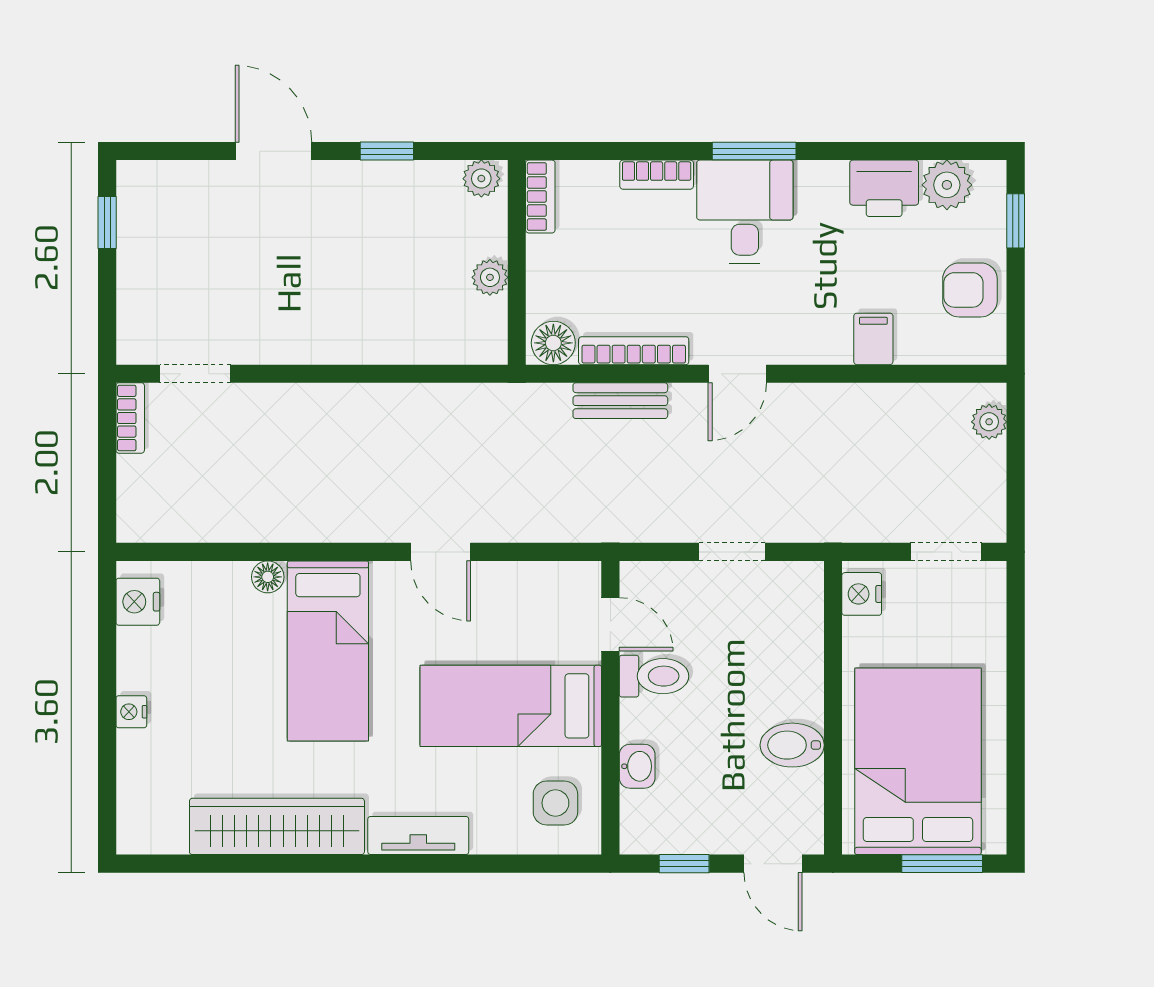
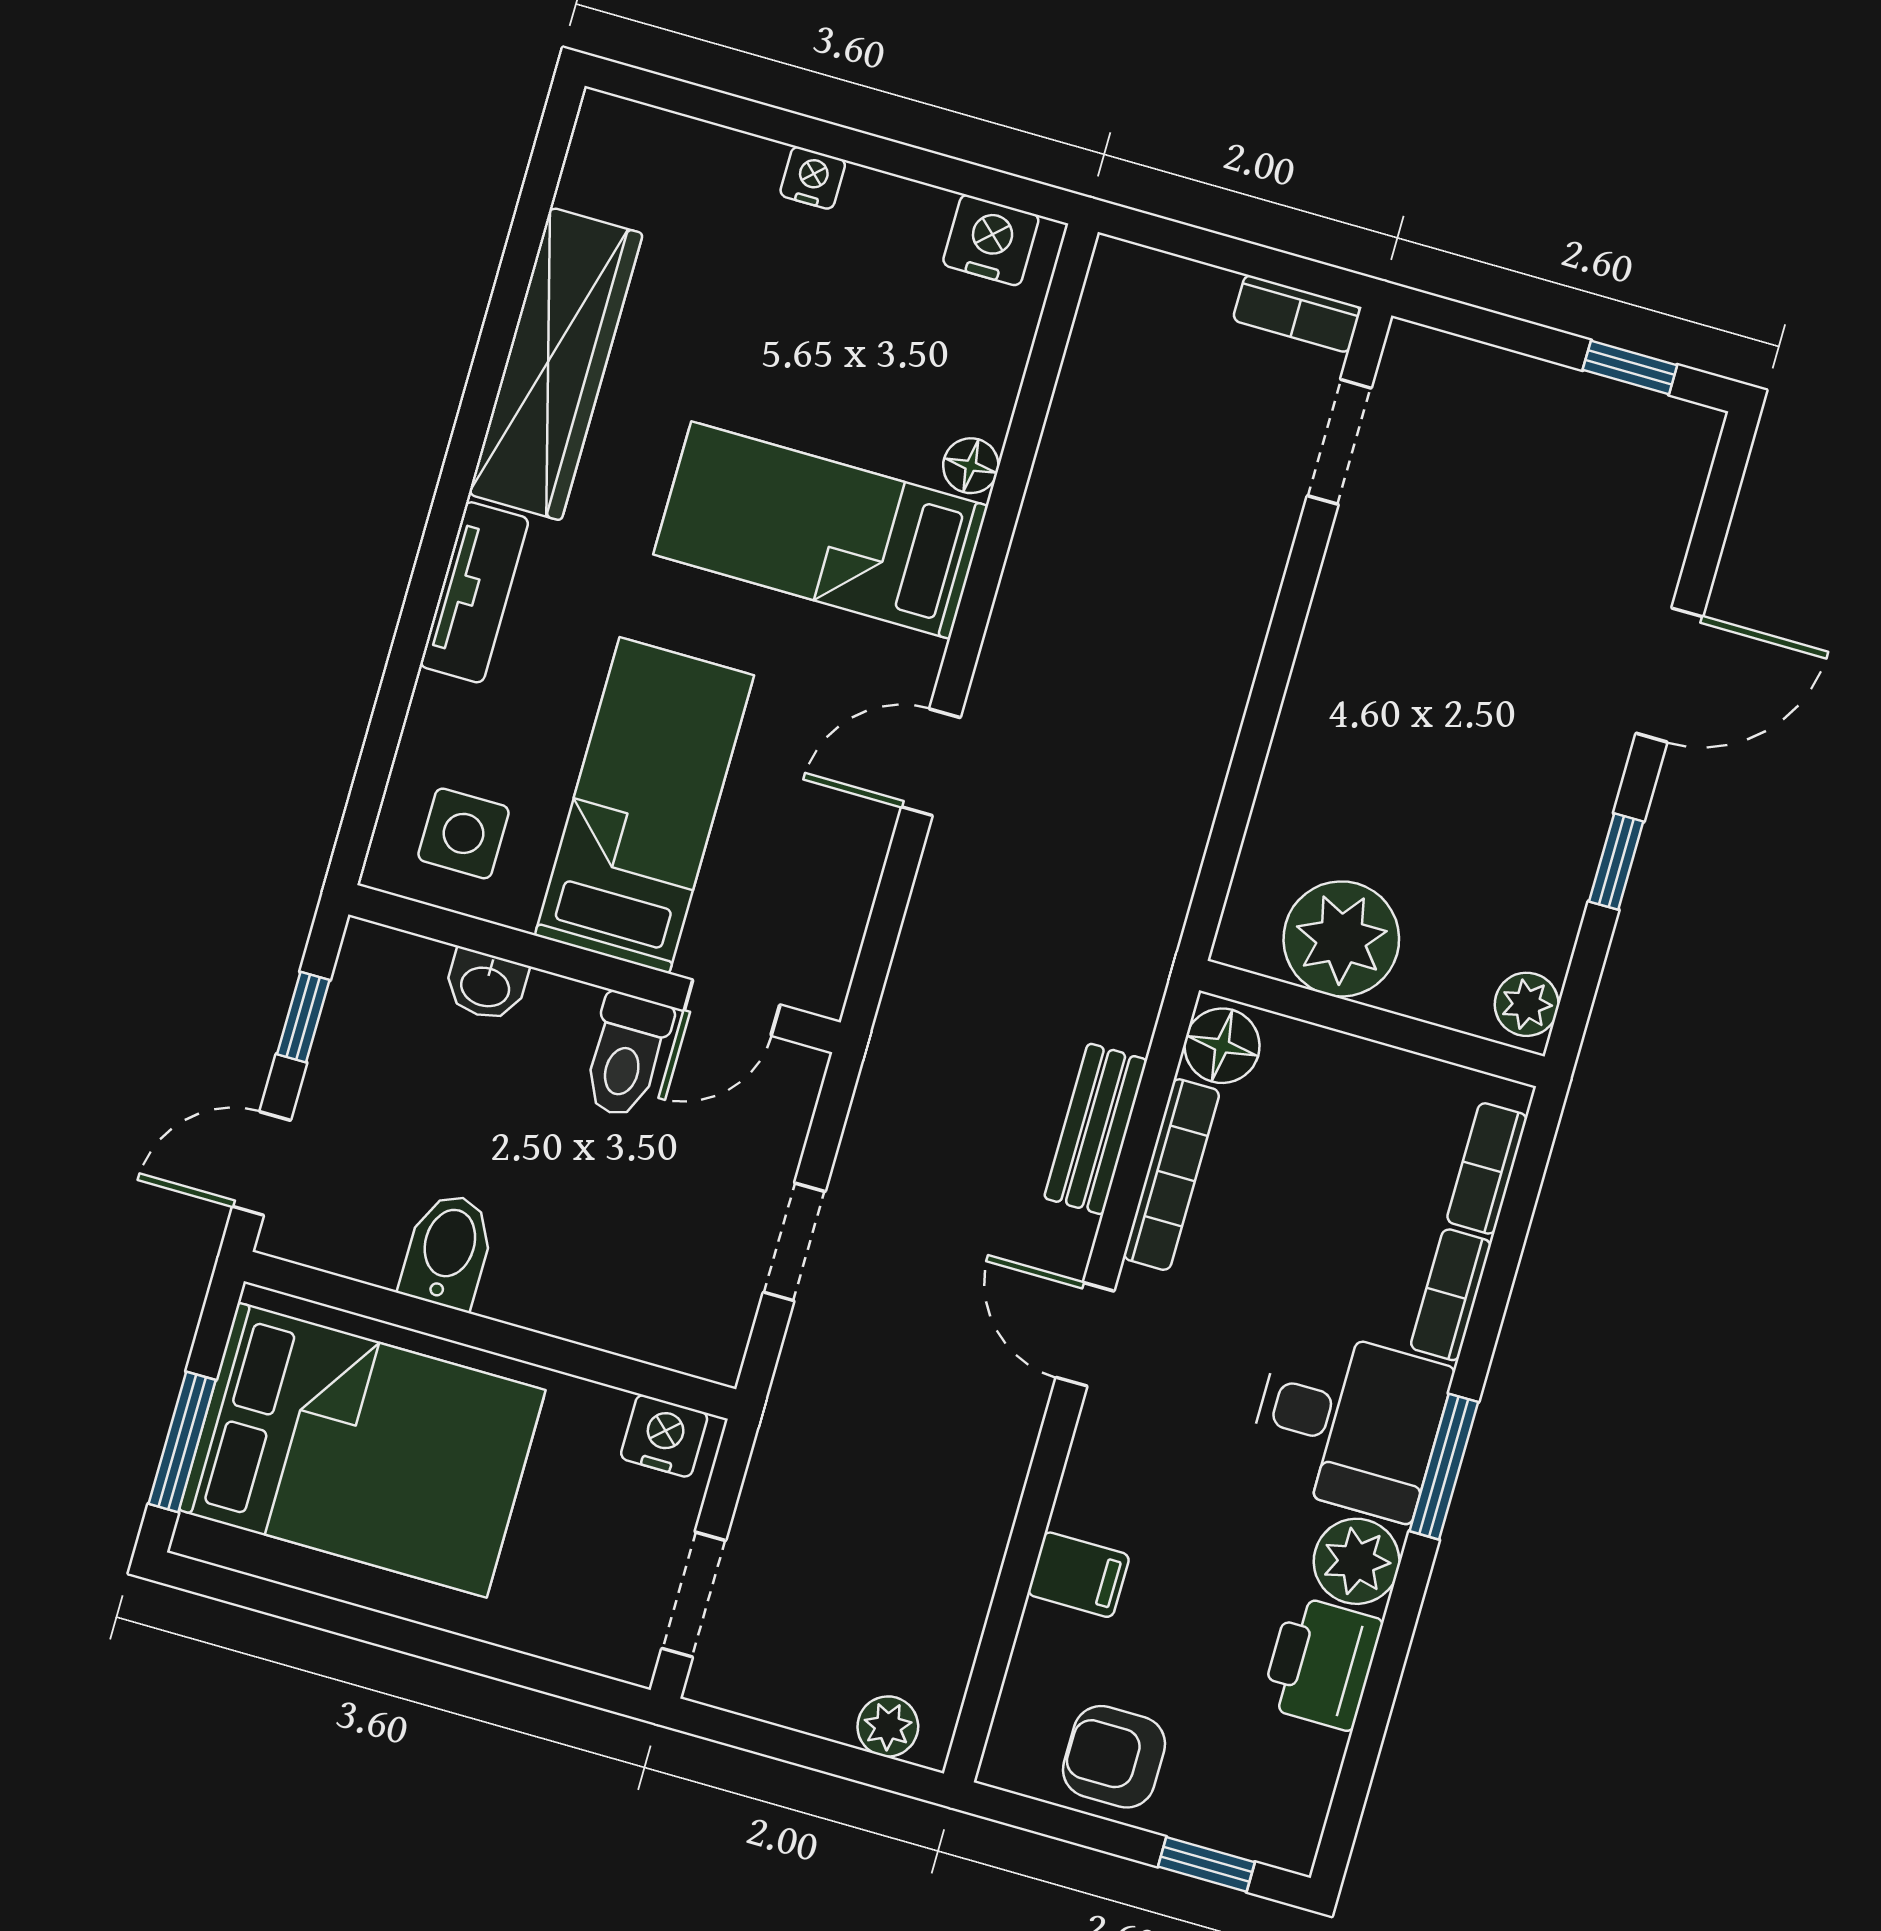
plant: (947, 185) -> (1357, 1561), moved
bookcase: (540, 197) -> (1487, 1168), moved, turned 90
plant: (490, 277) -> (1341, 939), width x1.88, depth x1.88
armchair: (970, 290) -> (1114, 1757), turned -90

